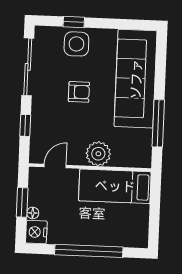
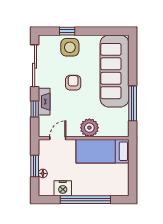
armchair: (79, 92) -> (73, 83), turned -90
fireplace: (39, 116) -> (44, 102), added
nightstand: (36, 232) -> (63, 188), moved, turned -90

